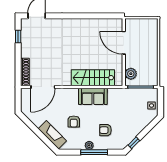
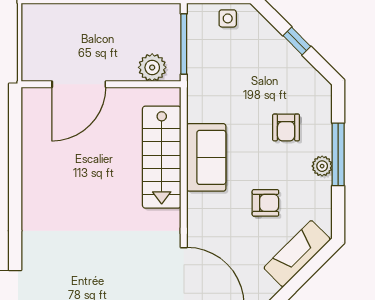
window: (134, 143) -> (297, 41), moved

